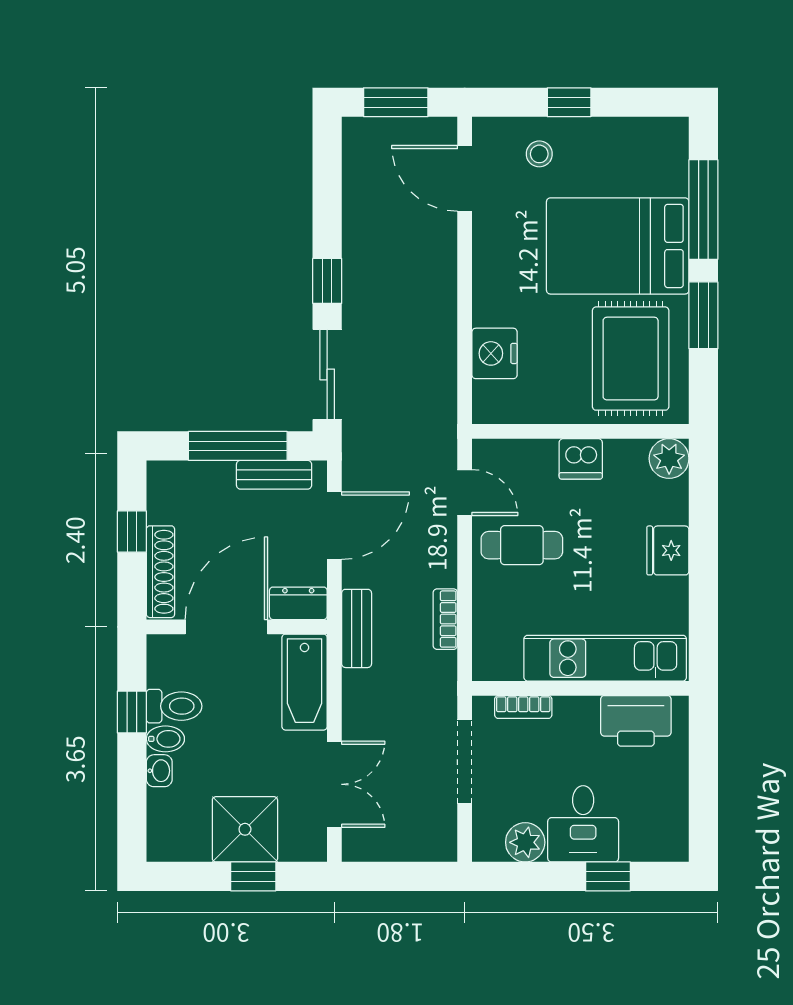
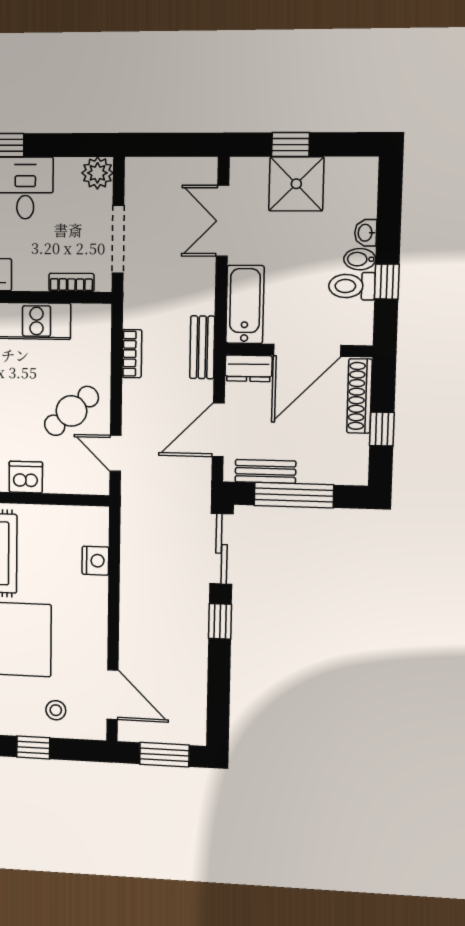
nightstand: (495, 353) -> (95, 561), width x0.74, depth x0.75
cafe table: (522, 545) -> (71, 411), turned -41
plant: (525, 842) -> (97, 173), moved

